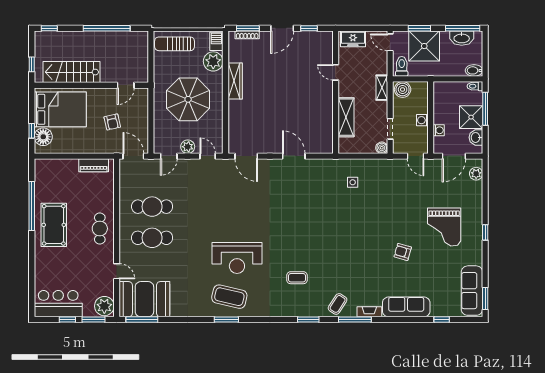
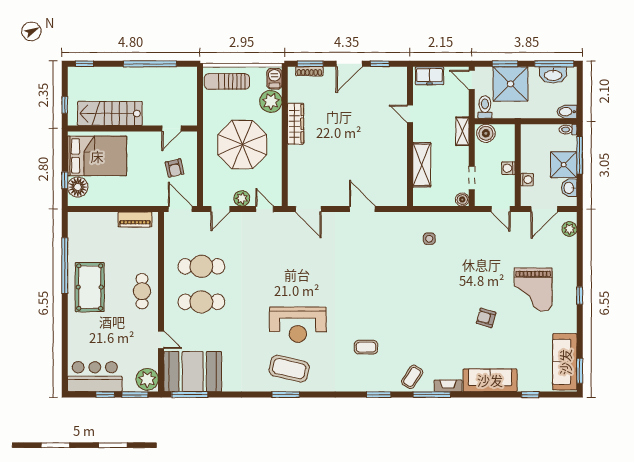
armchair: (112, 122) -> (175, 168), moved

